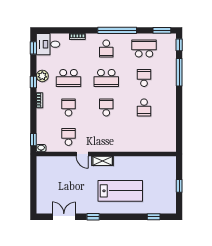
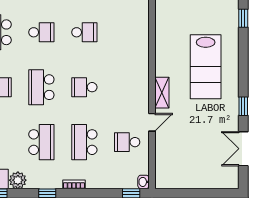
plant: (42, 76) -> (18, 180), moved
school desk: (106, 78) -> (41, 87), turned 180
school desk: (144, 78) -> (41, 32), turned 180
school desk: (68, 107) -> (84, 142), width x1.85
lab bench: (120, 191) -> (206, 67), turned 180

